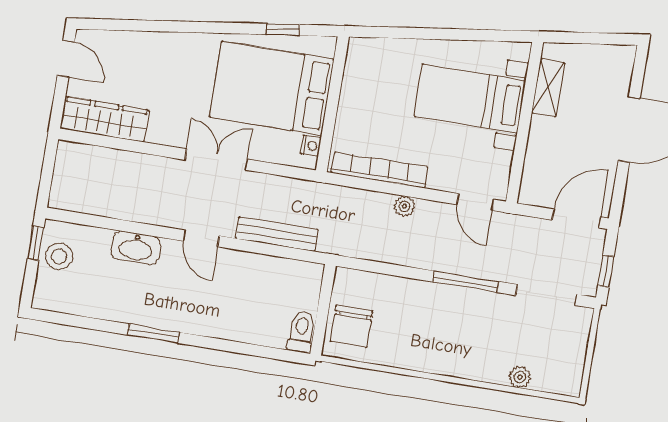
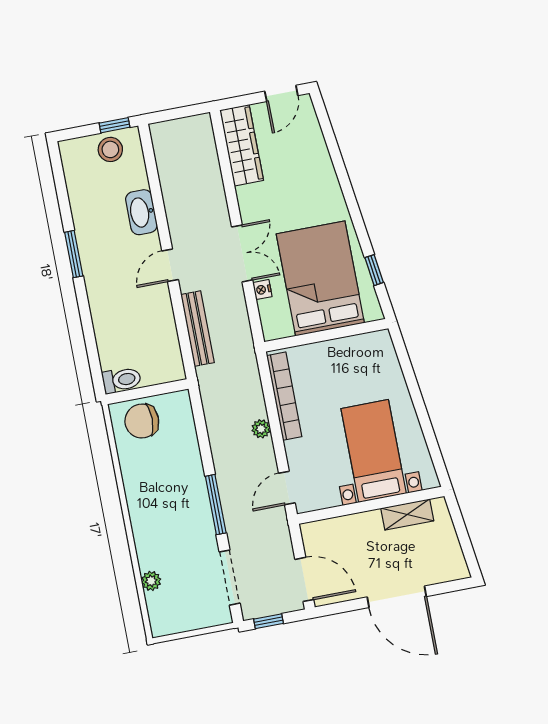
nightstand: (311, 146) -> (262, 290), moved, turned 90

